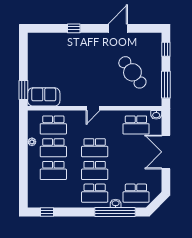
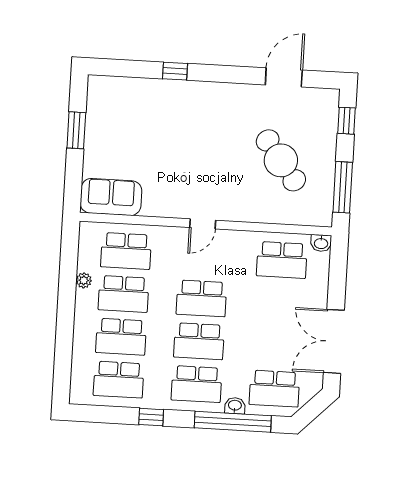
door: (118, 28) -> (284, 77), moved
window: (23, 90) -> (76, 130), moved
double door: (166, 152) -> (334, 341), moved
school desk: (53, 193) -> (119, 380), added
window: (47, 212) -> (151, 417), moved

